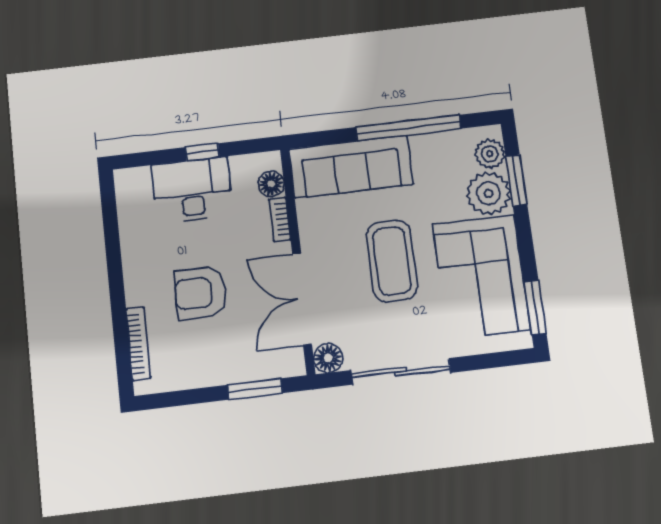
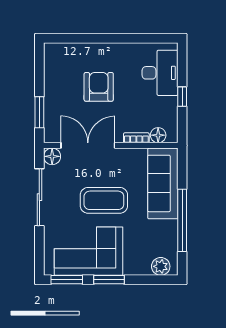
window: (516, 180) -> (109, 280), moved
desk: (192, 190) -> (160, 73), moved
plant: (489, 193) -> (137, 262), removed
bookcase: (138, 343) -> (74, 48), removed

